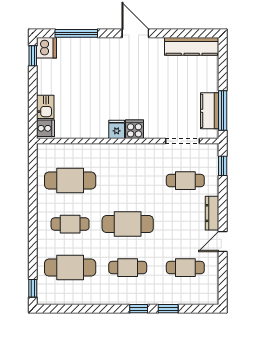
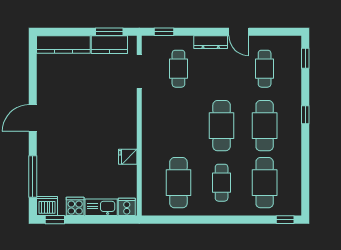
kitchen counter: (192, 46) -> (63, 45), moved, turned 90
kitchen sink: (45, 107) -> (101, 207), width x1.38
window: (223, 111) -> (109, 32), width x0.69
fridge: (117, 129) -> (128, 157), moved
cooker: (135, 129) -> (75, 206), moved, turned 90
cafe table: (128, 268) -> (265, 126), width x1.37, depth x1.35
window: (168, 309) -> (305, 58), moved

